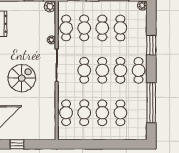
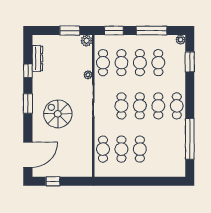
window: (151, 45) -> (190, 62), moved
spiral stairs: (22, 78) -> (58, 114), turned -90
cafe table: (120, 113) -> (158, 149), removed

